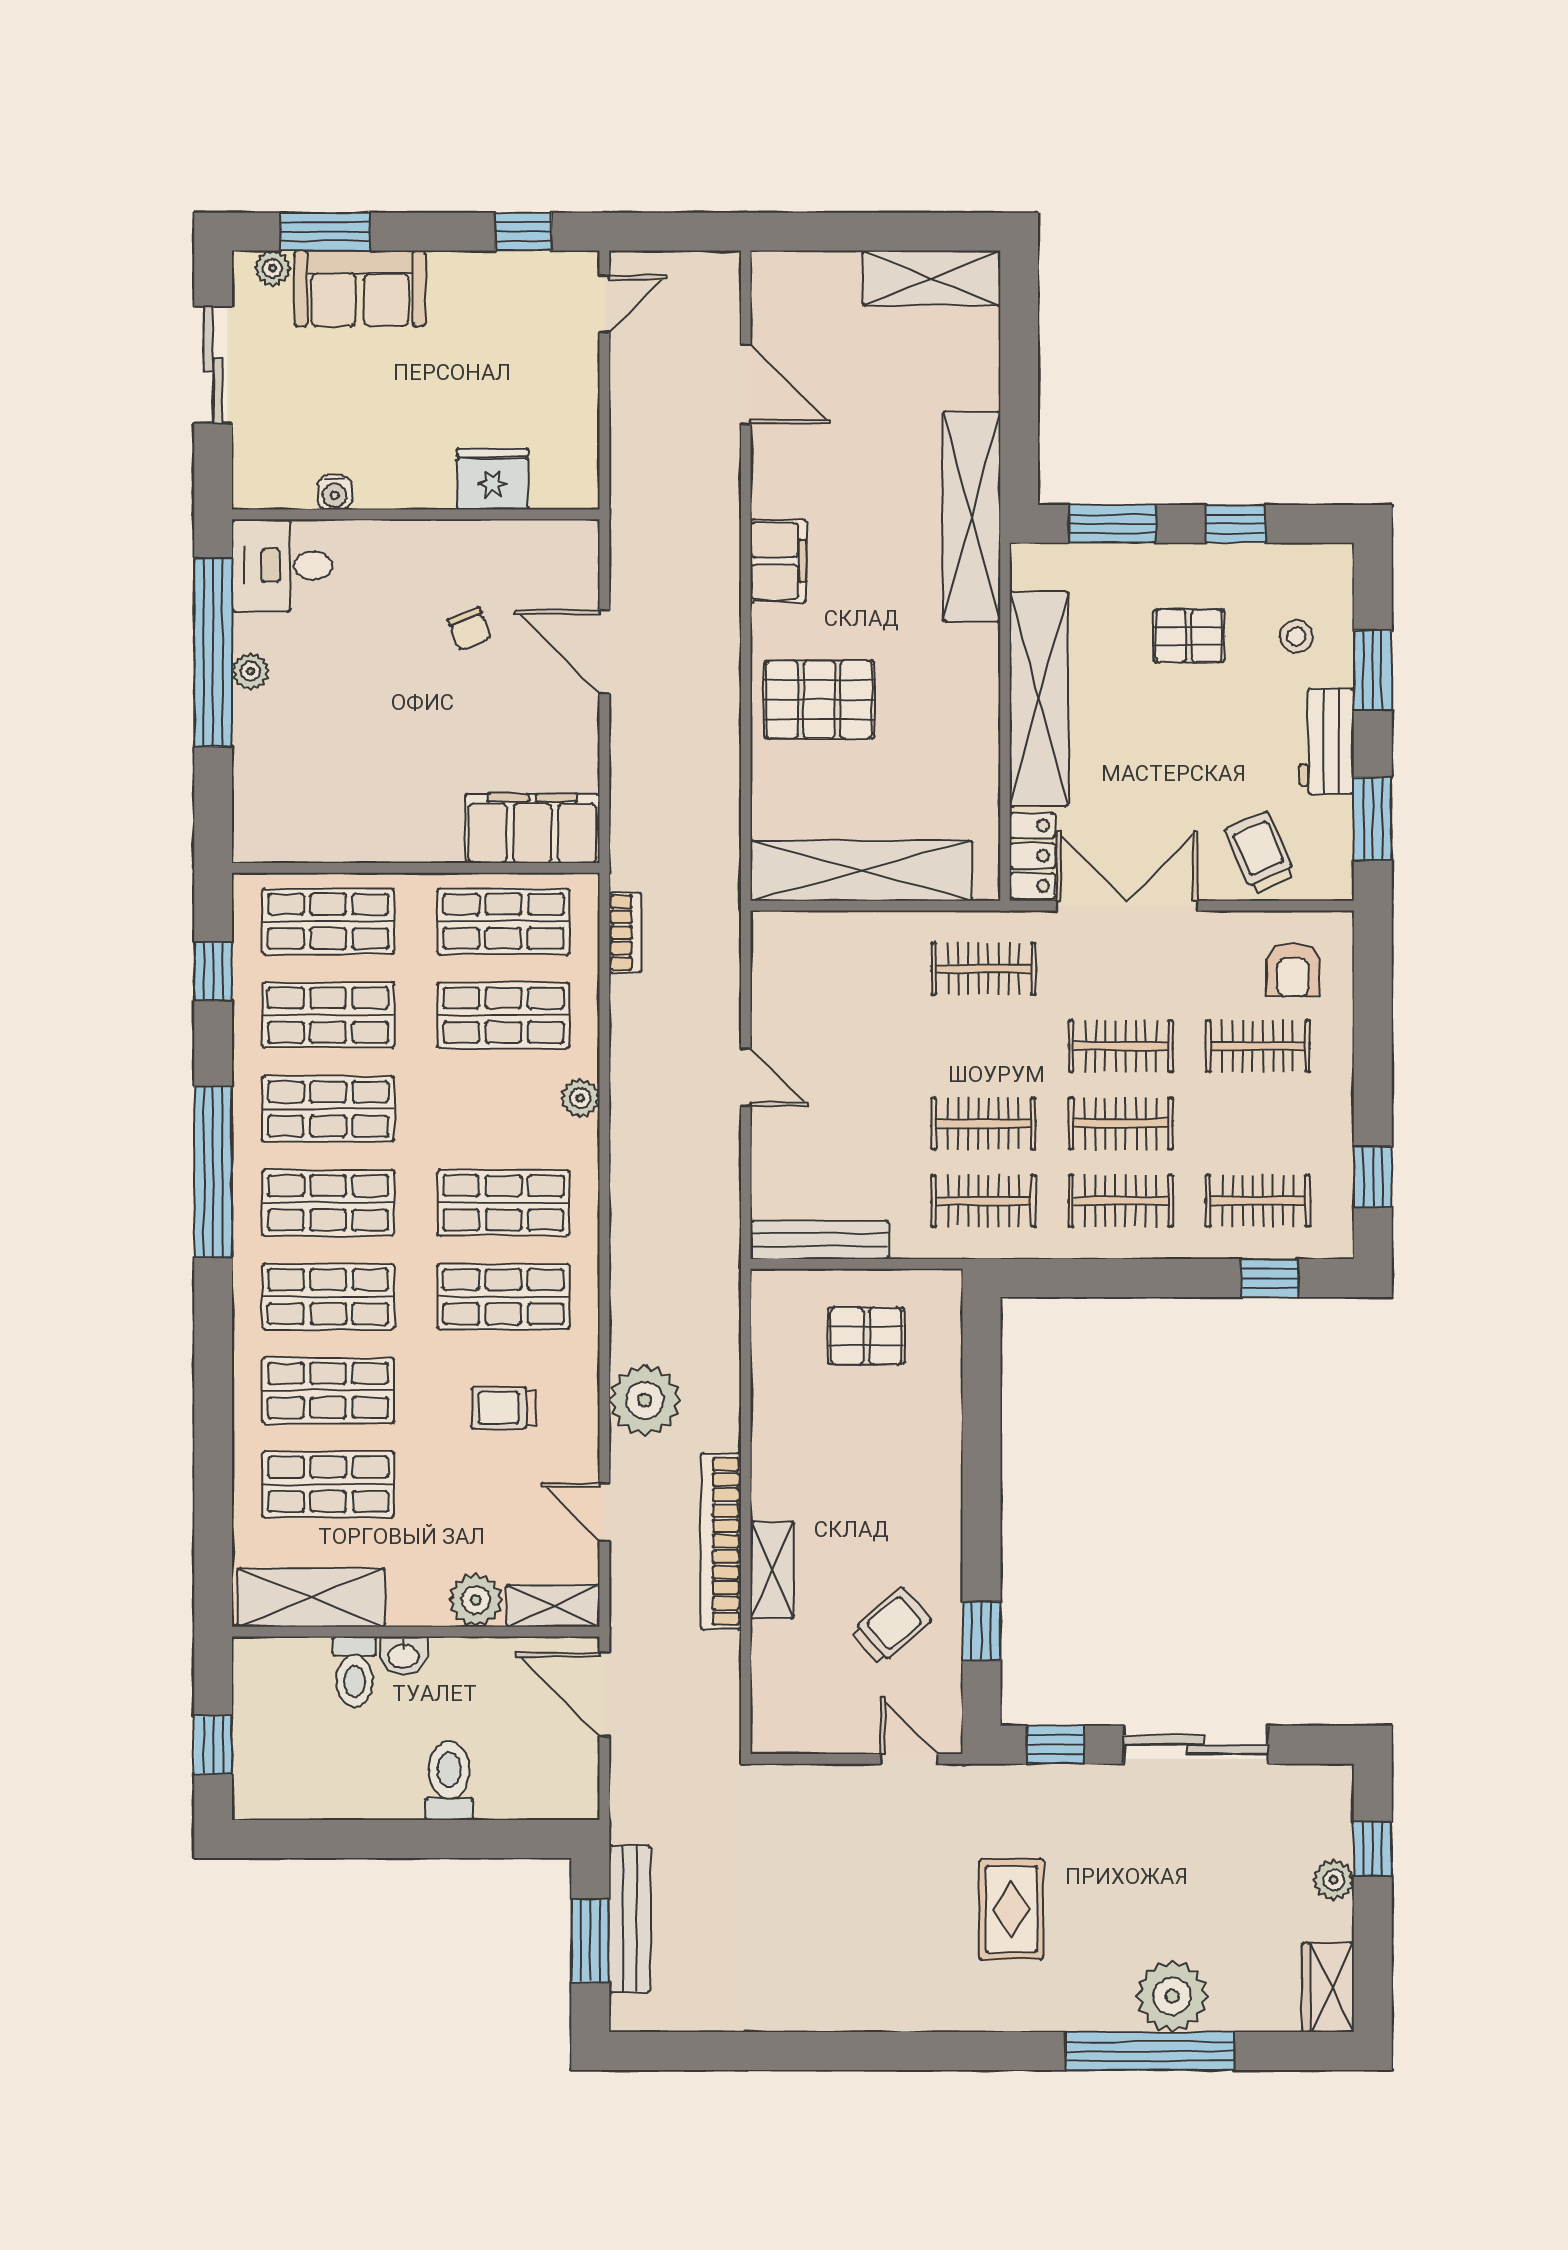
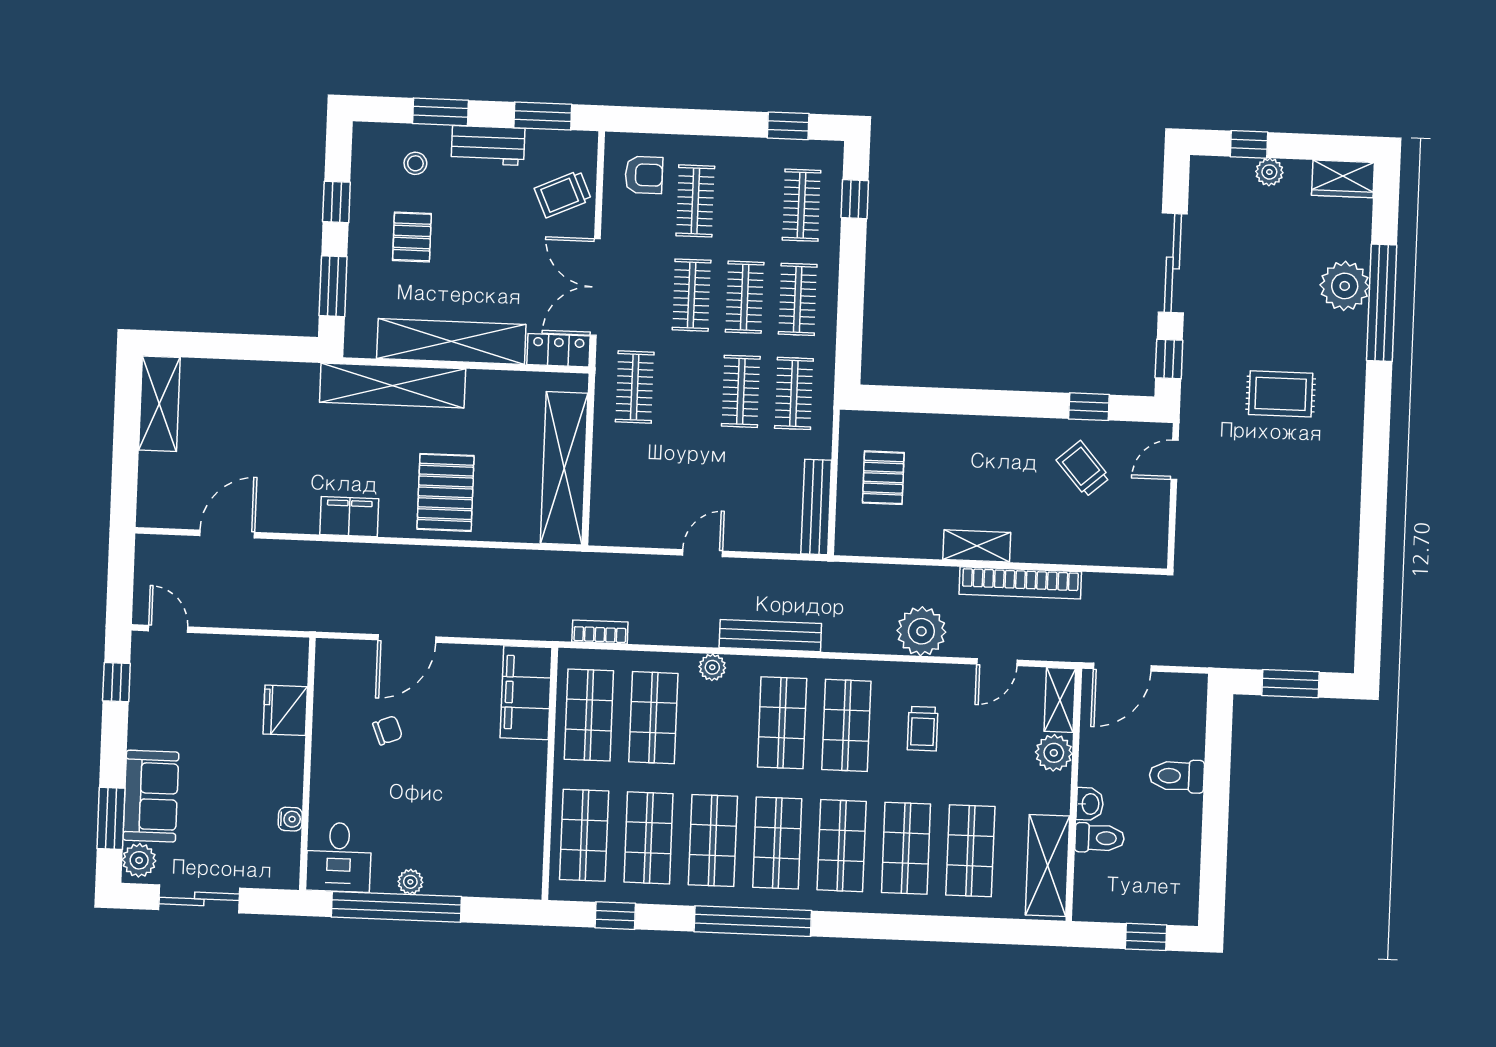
plant: (272, 268) -> (139, 860), width x1.38, depth x1.38
shelving: (972, 517) -> (393, 386), moved
shelving: (772, 1570) -> (977, 546), moved
bench: (630, 1919) -> (770, 636), moved

